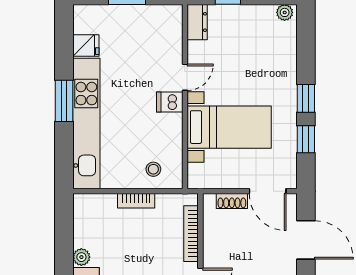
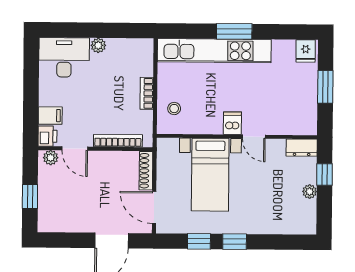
plant: (285, 12) -> (310, 192), moved
fridge: (86, 46) -> (306, 51), moved
door: (268, 191) -> (154, 208), hinge flipped
shoe rack: (232, 201) -> (146, 171), width x1.43

